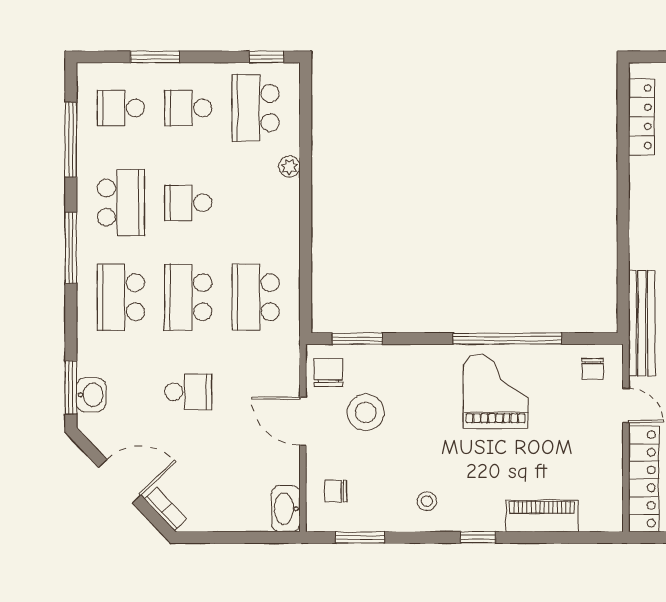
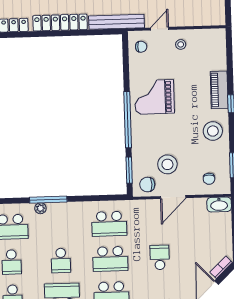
window: (306, 182) -> (48, 200), added
window: (507, 339) -> (128, 120), moved
stool: (595, 445) -> (181, 44), added
locker: (644, 479) -> (60, 23), moved
stool: (427, 501) -> (213, 131), width x1.89, depth x1.89
piano: (542, 516) -> (219, 90), moved

